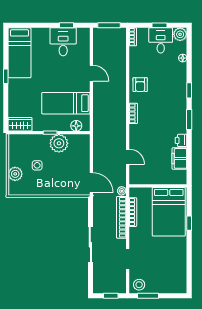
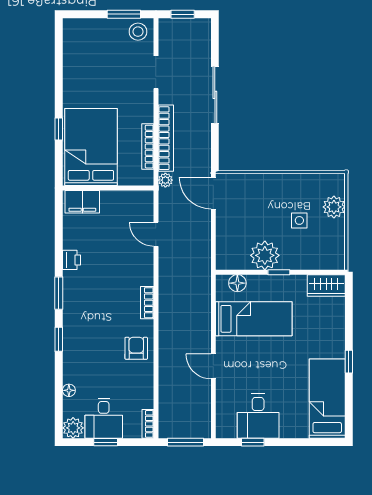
filing cabinet: (179, 158) -> (82, 202), moved, turned 90

